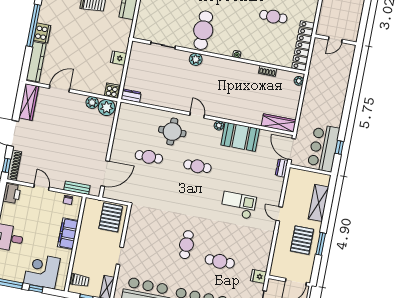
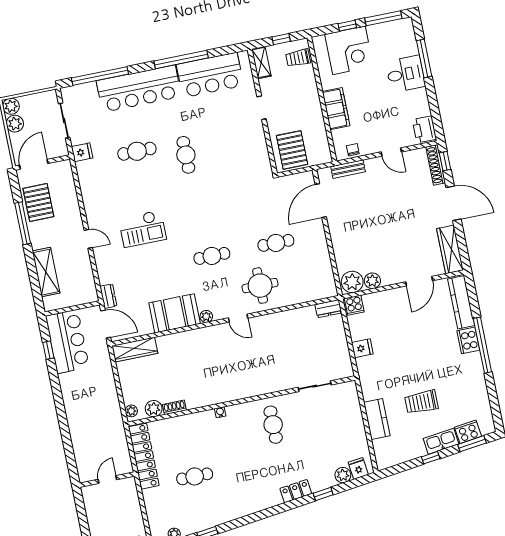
cafe table: (203, 30) -> (273, 425), width x0.73, depth x0.74
plant: (196, 59) -> (154, 409), moved
pallet: (302, 240) -> (38, 203), moved
window: (321, 244) -> (23, 223), width x1.44

